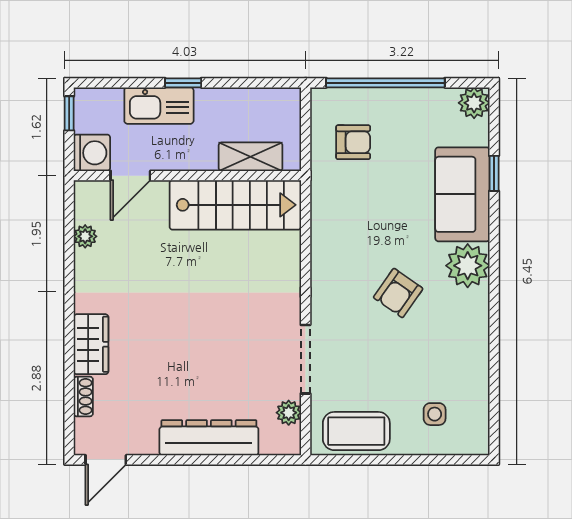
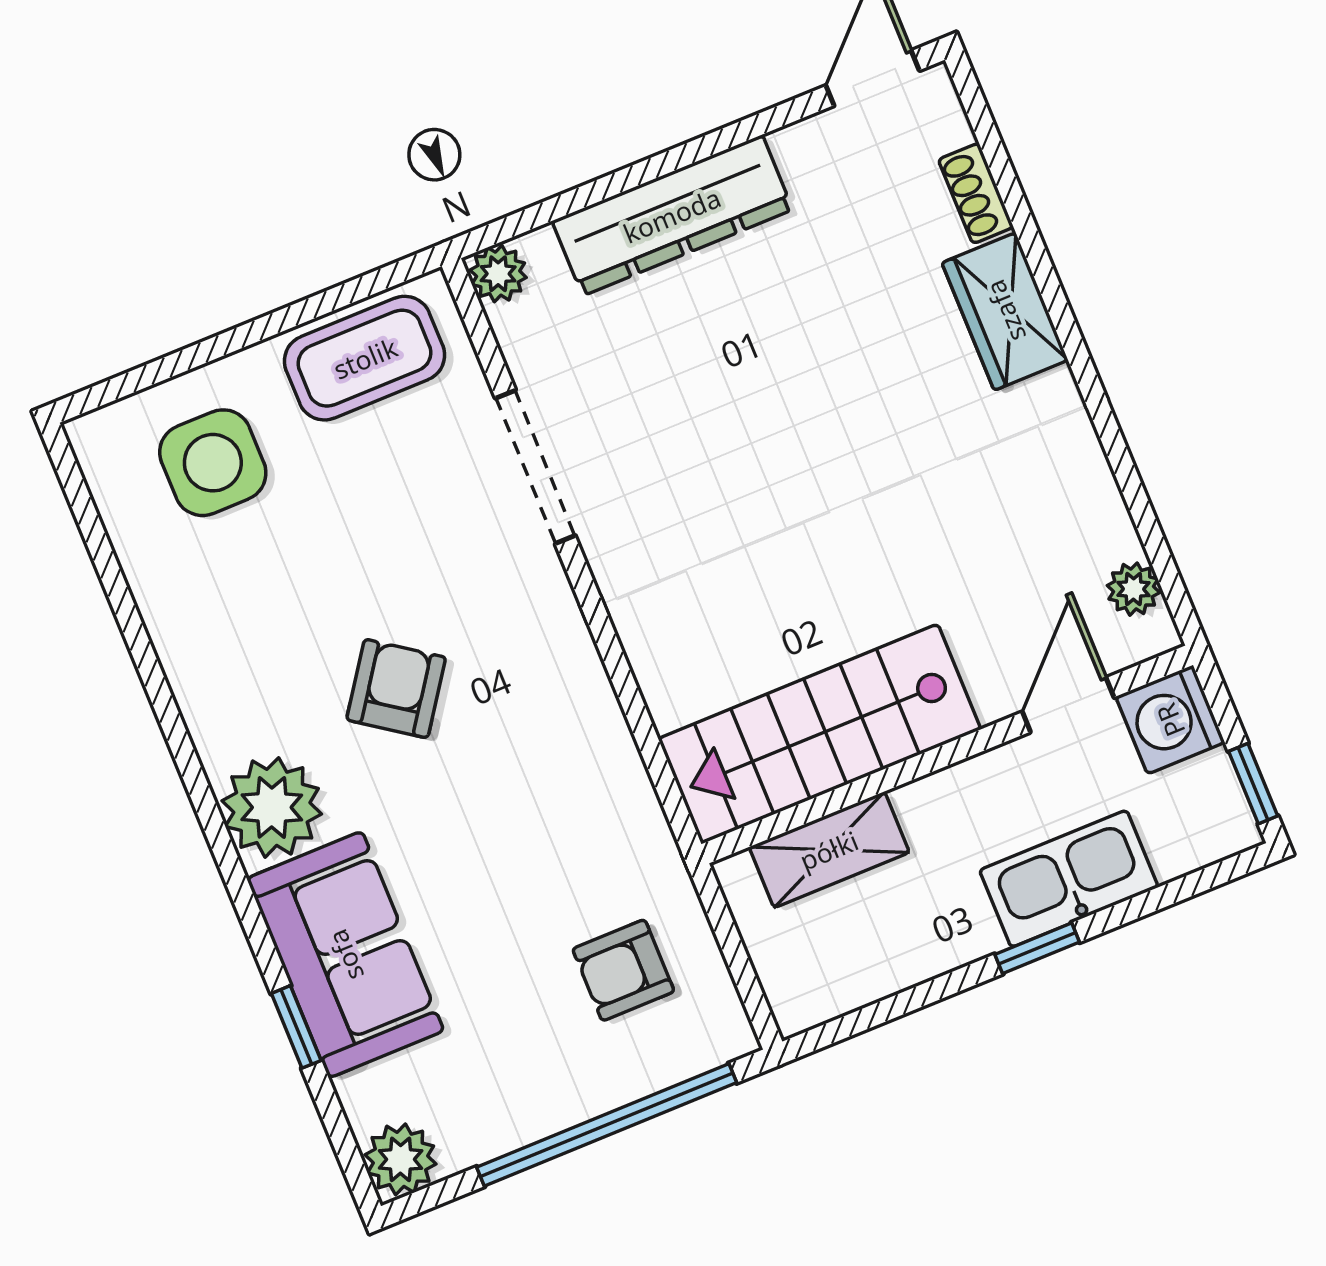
plant: (85, 236) -> (1134, 589), moved
plant: (289, 413) -> (498, 274), moved
side table: (435, 414) -> (213, 463), width x1.87, depth x1.87

